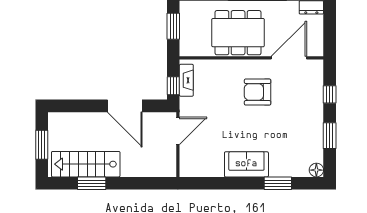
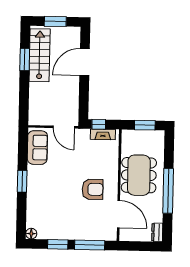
armchair: (258, 92) -> (93, 189), turned 90
window: (330, 94) -> (90, 245), width x2.17
door: (125, 106) -> (85, 62), moved
sofa: (246, 164) -> (37, 148), moved
window: (278, 183) -> (22, 181), moved

